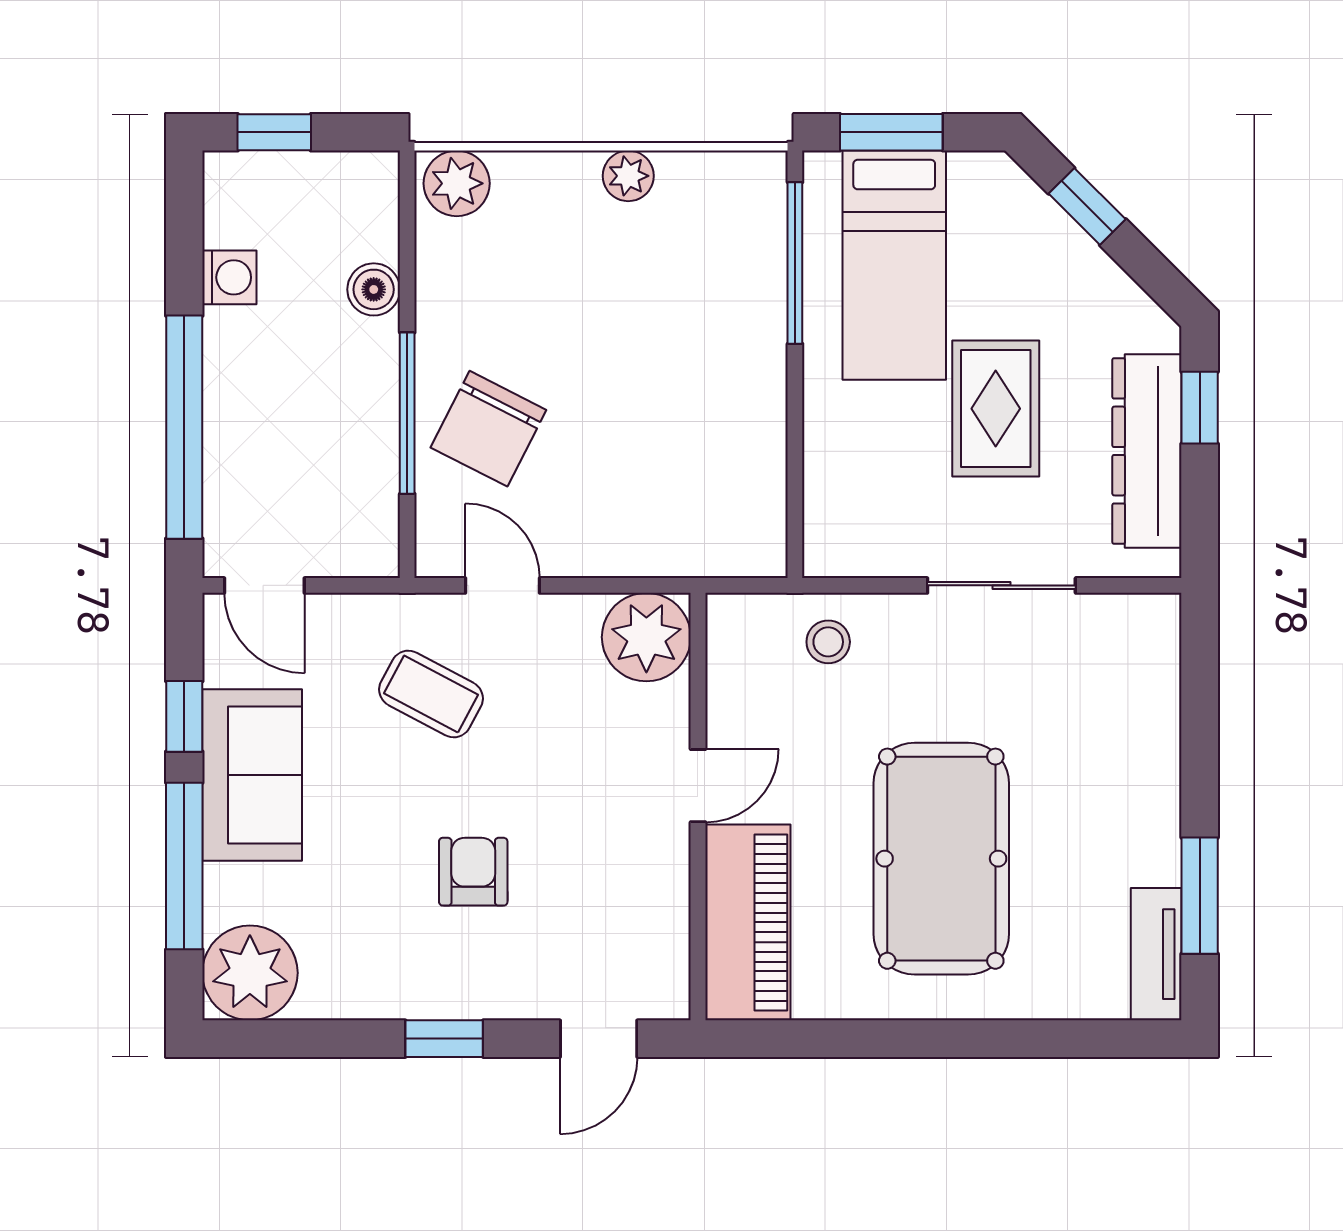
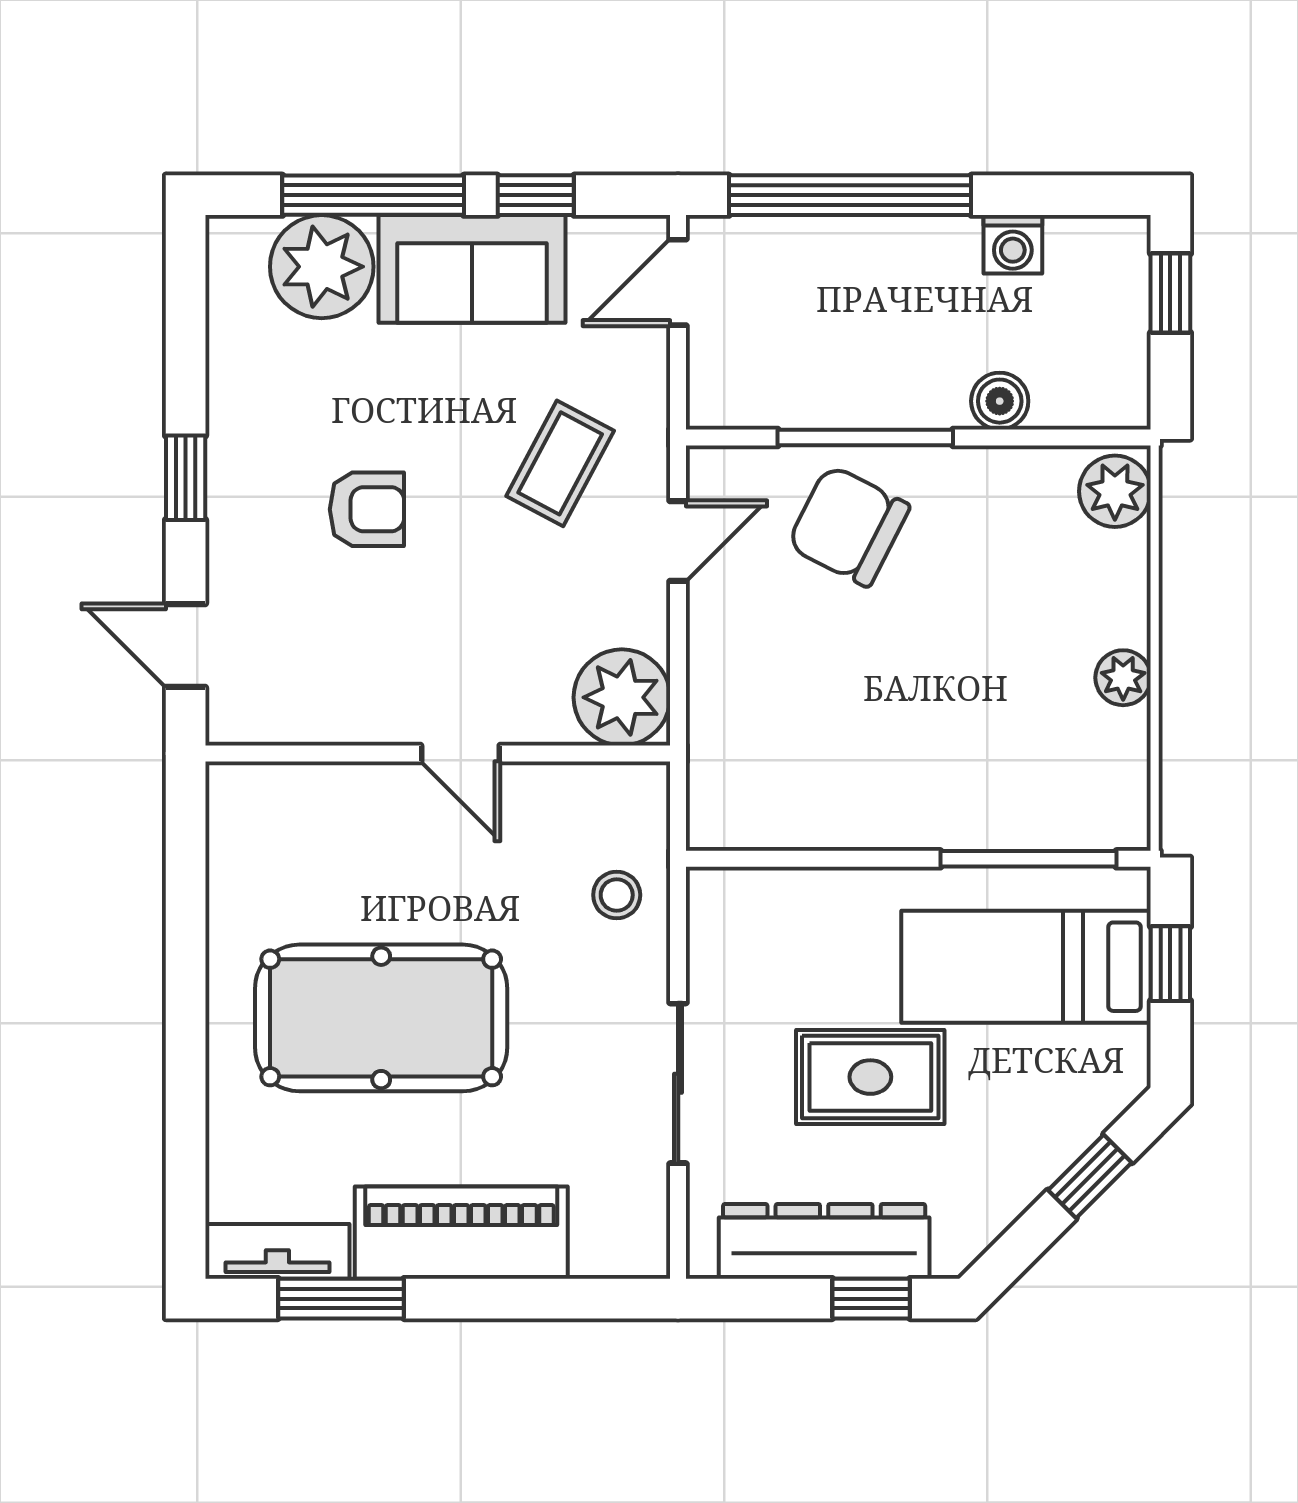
window: (891, 132) -> (1170, 964), width x0.67
piano: (748, 922) -> (461, 1233), moved, turned 180
plant: (250, 973) -> (322, 267), moved

